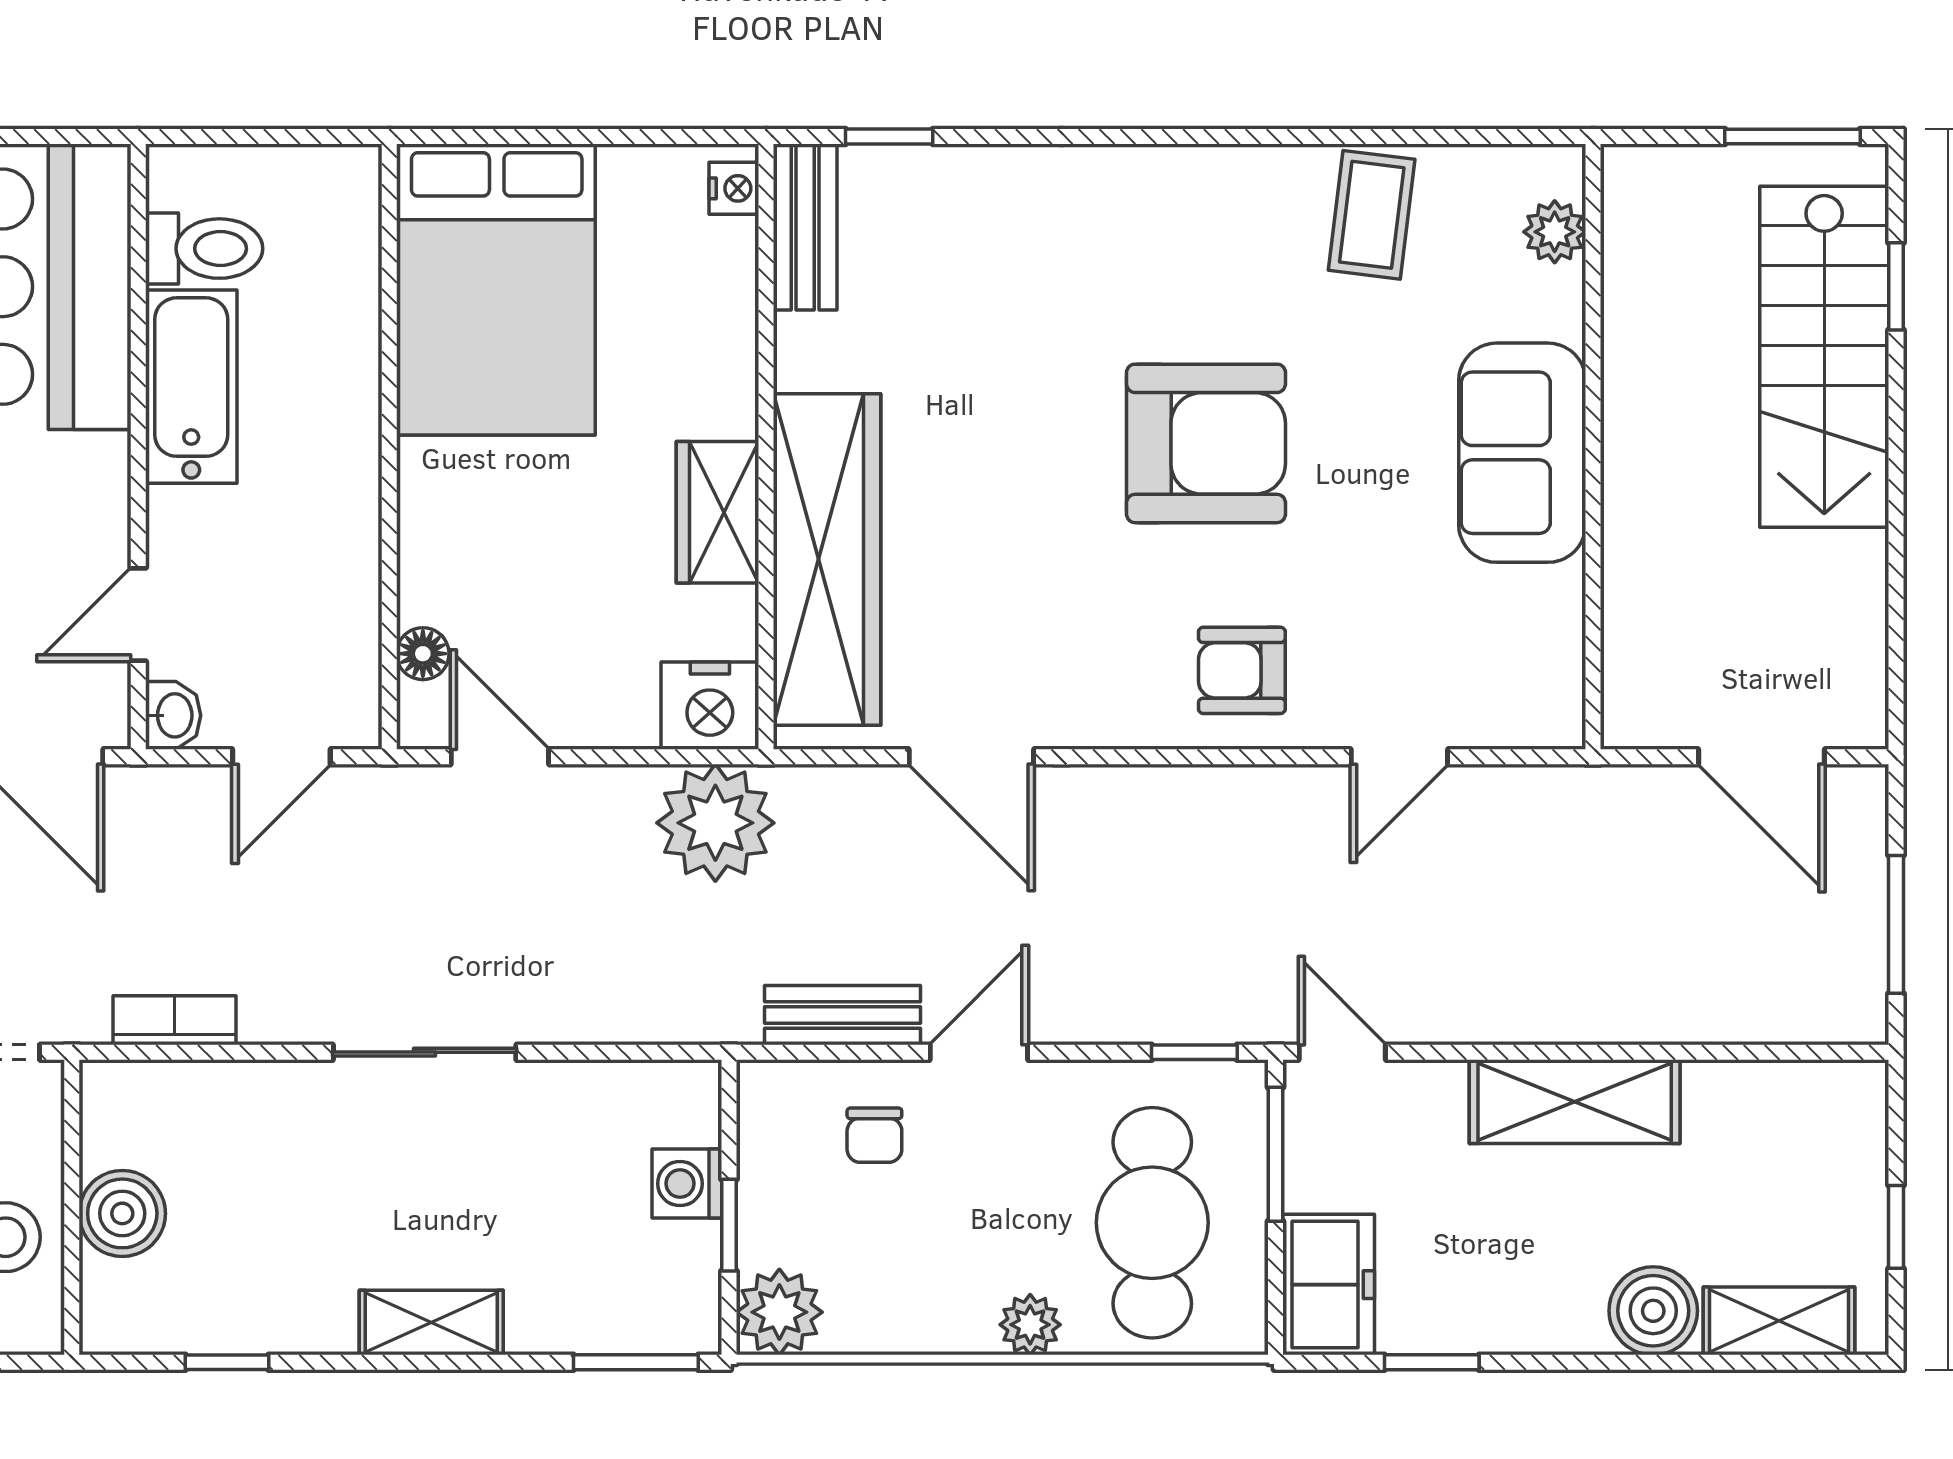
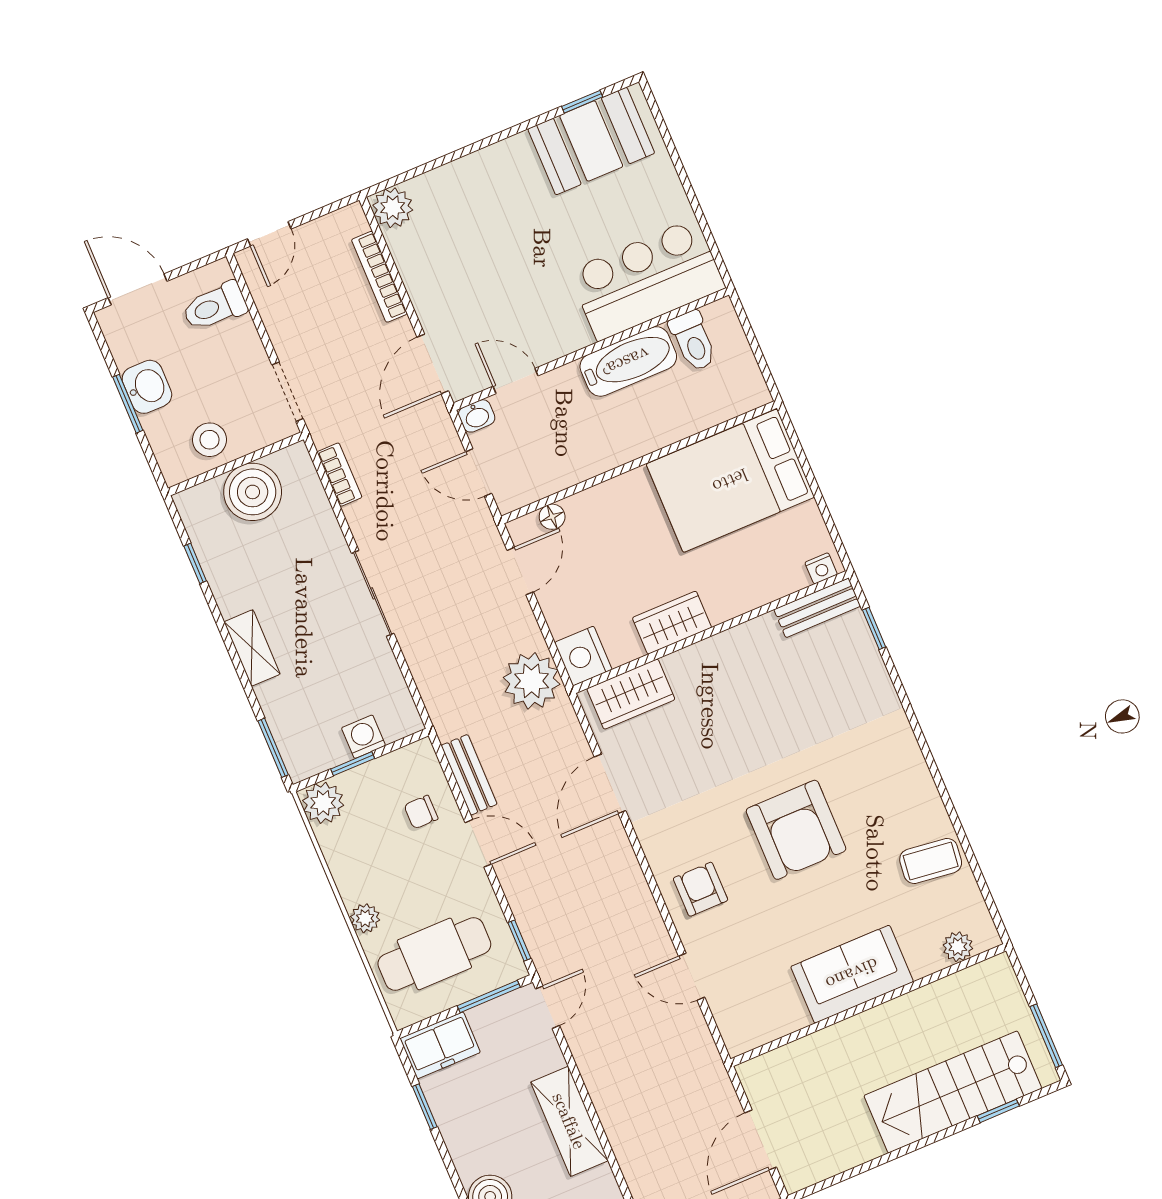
wardrobe: (827, 560) -> (631, 694), width x0.48, depth x0.85
boiler: (122, 1213) -> (253, 492), width x1.37, depth x1.37

